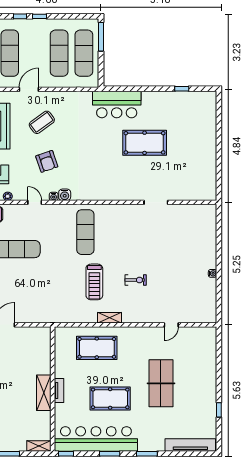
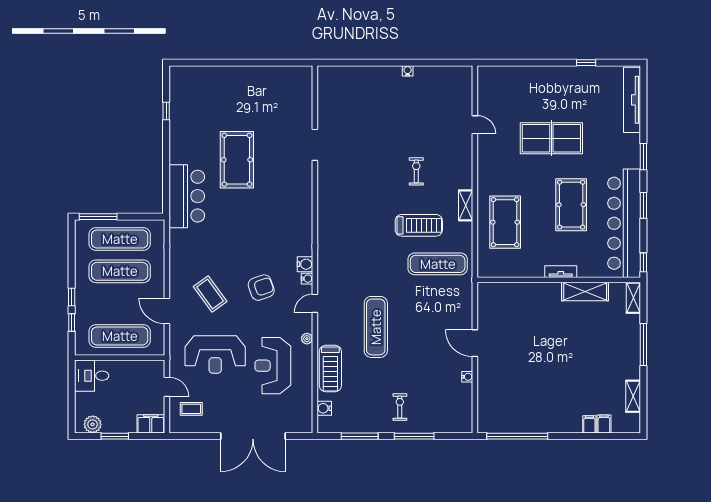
exercise mat: (85, 232) -> (438, 264), moved
shelving: (44, 393) -> (585, 291), moved

